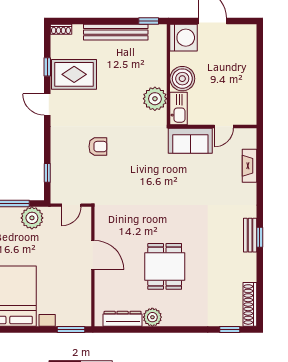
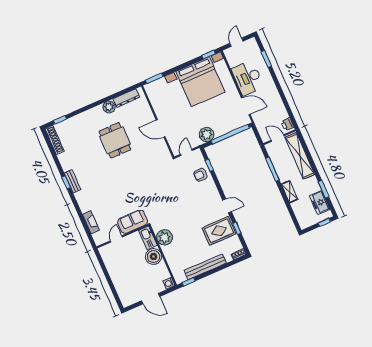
washing machine: (184, 38) -> (169, 283), width x0.53, depth x0.53
armchair: (98, 147) -> (200, 175), moved

